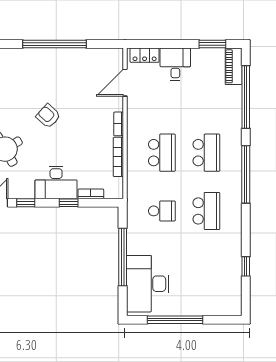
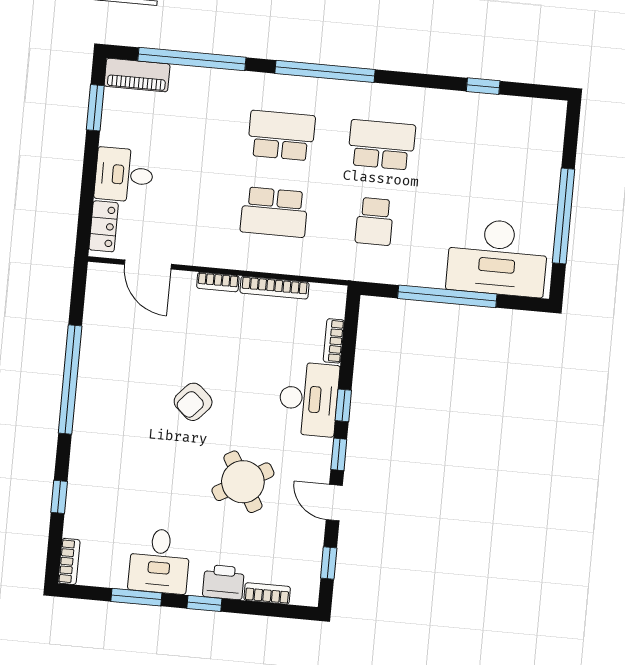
school desk: (162, 153) -> (274, 212), turned 180
window: (69, 203) -> (343, 405), moved
school desk: (162, 211) -> (374, 221), turned 180

